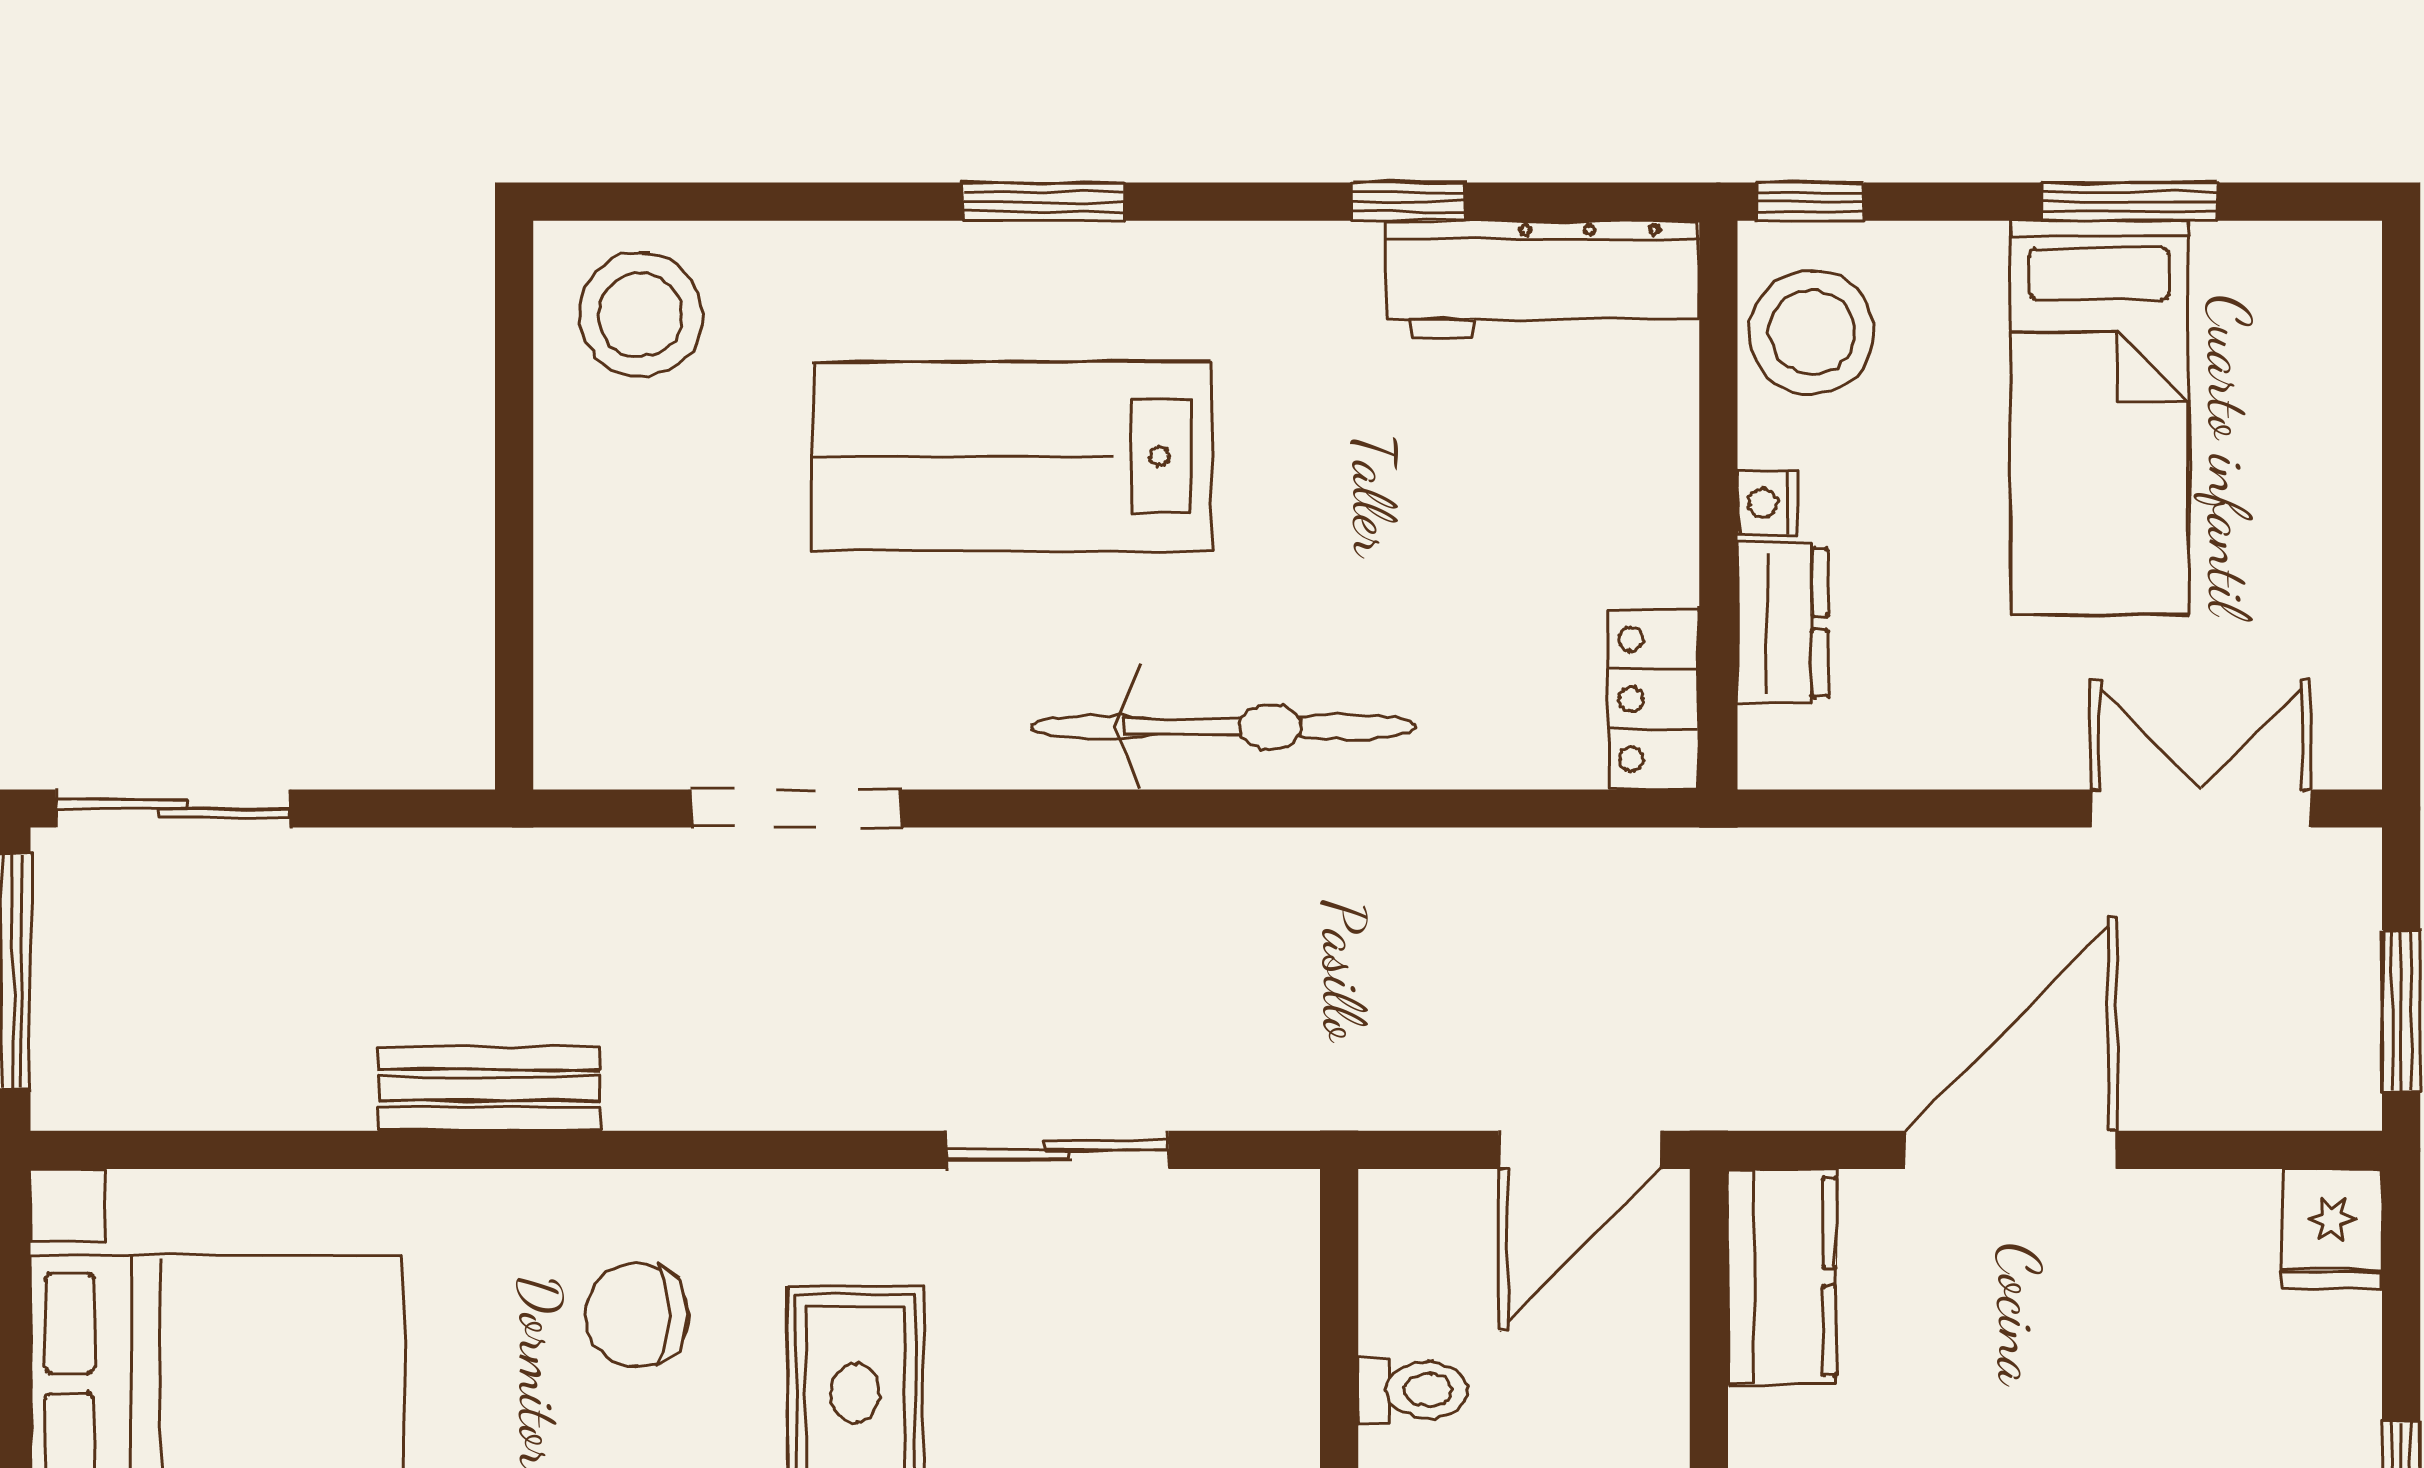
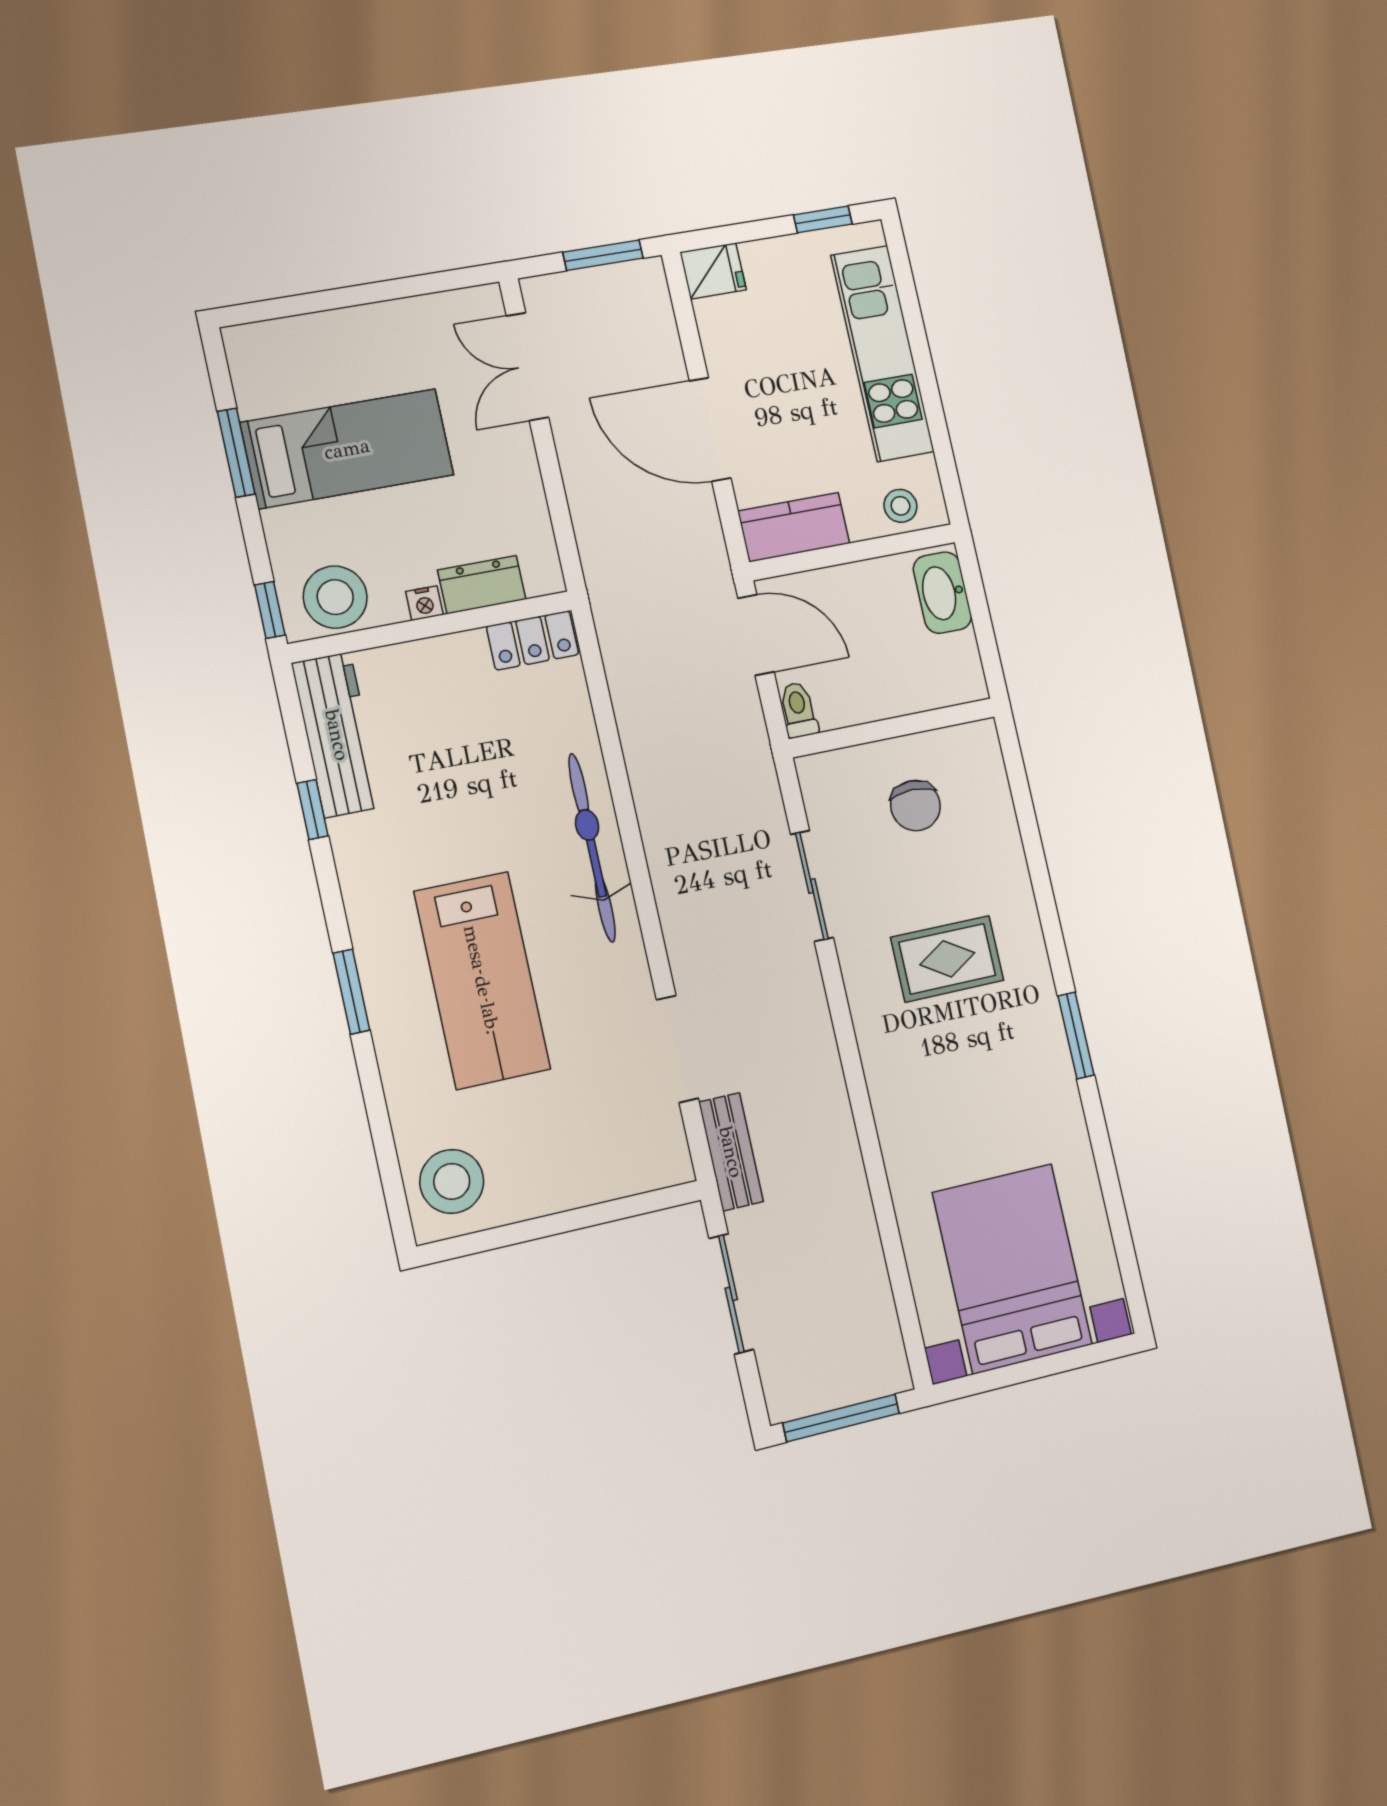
sliding door: (173, 809) -> (731, 1294), moved
bench: (489, 1089) -> (731, 1152), moved
chair: (637, 1315) -> (915, 806), moved
toilet: (1413, 1390) -> (798, 710), moved

